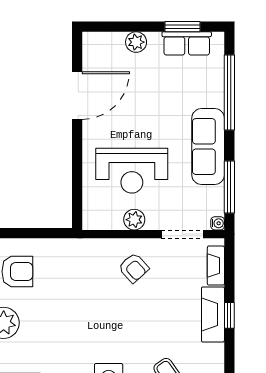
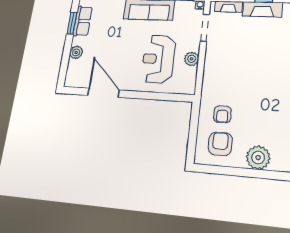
reception desk: (132, 171) -> (158, 59), turned 180
armchair: (134, 268) -> (222, 114), moved, turned 132

